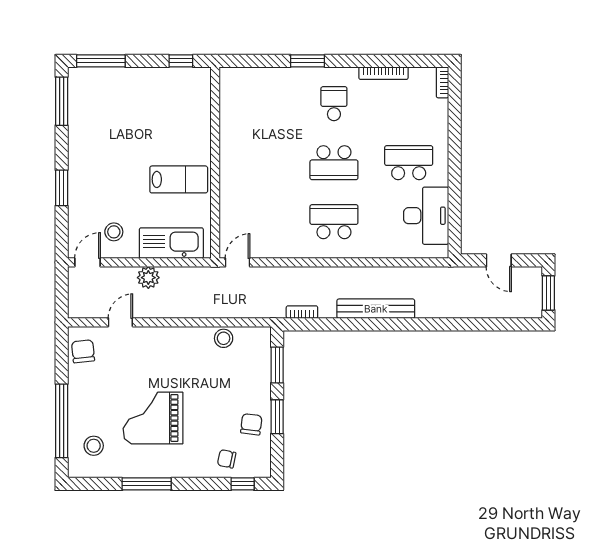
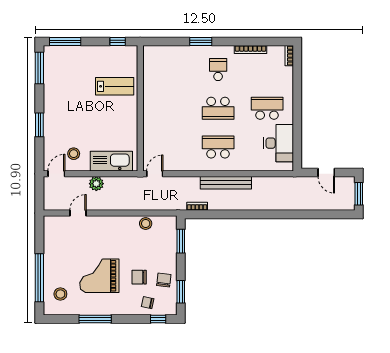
lab bench: (179, 179) -> (115, 86), moved
bench: (376, 309) -> (226, 183), moved
chair: (83, 351) -> (139, 277), moved, turned -84
window: (277, 417) -> (181, 292), moved

